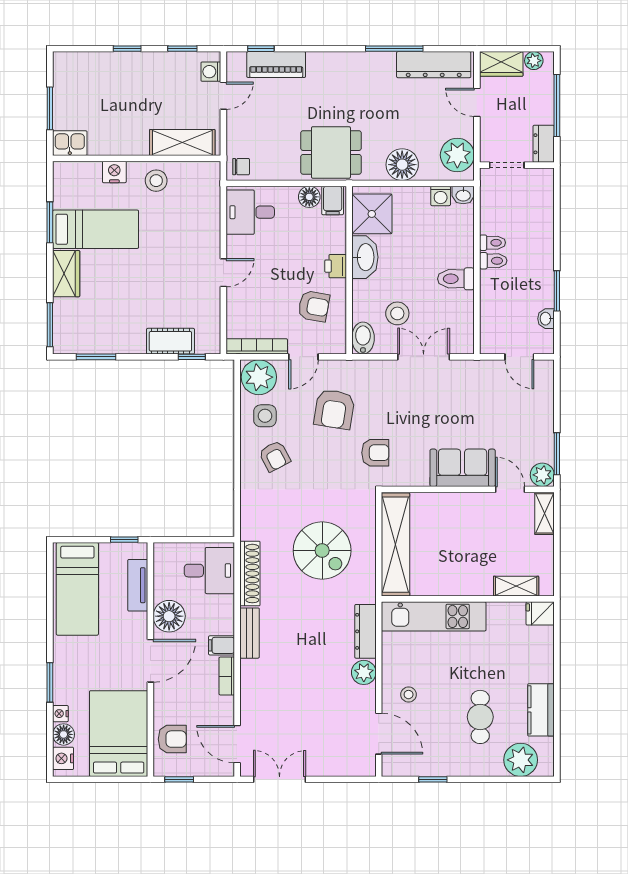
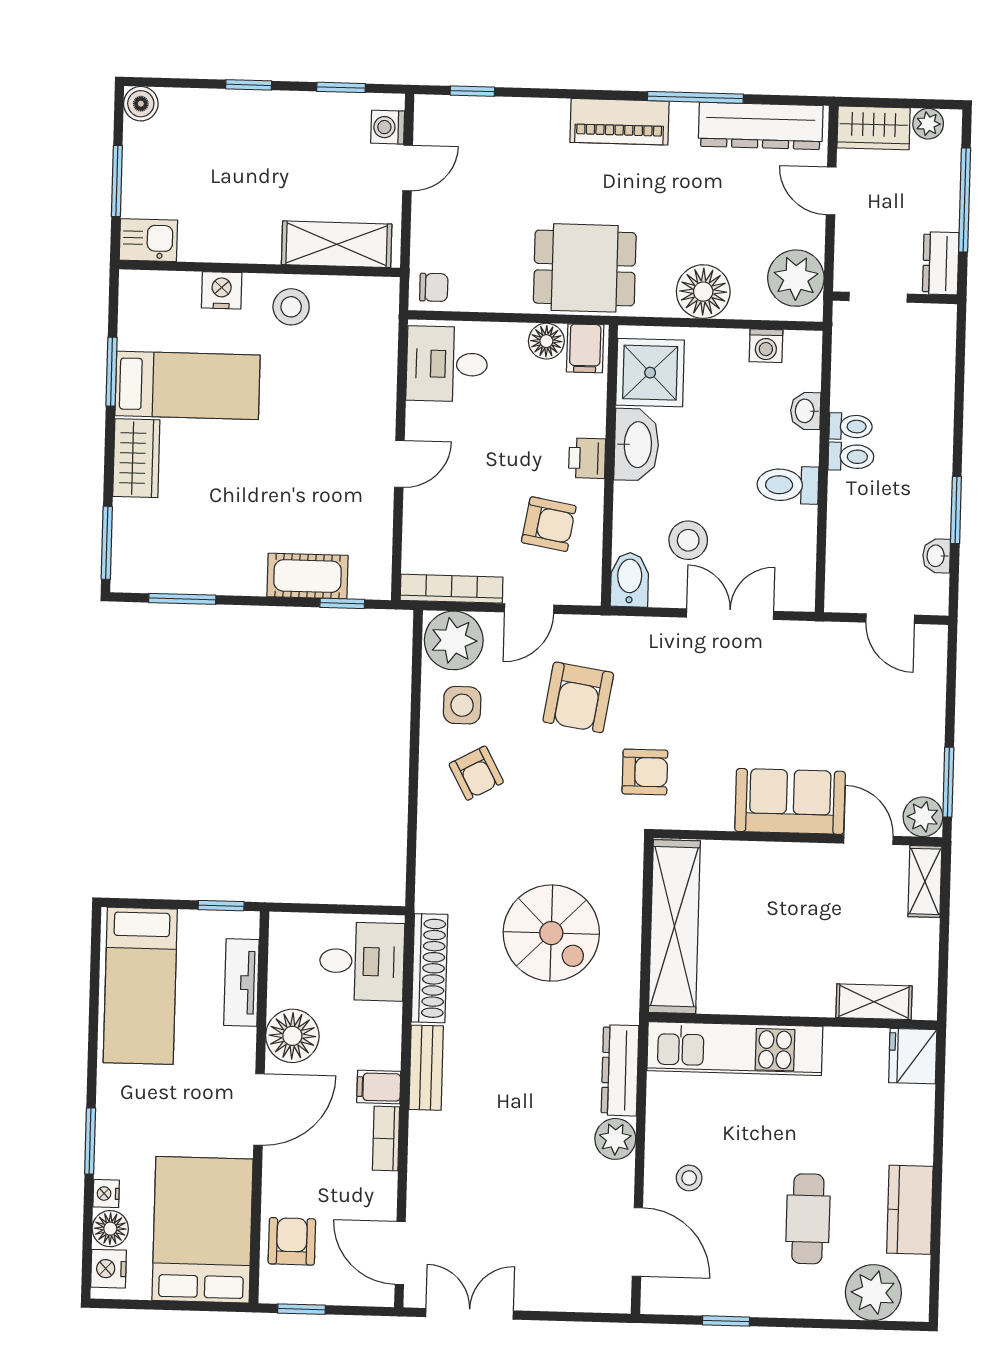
boiler: (63, 62) -> (141, 104), added
piano: (276, 65) -> (619, 122), moved
washbasin: (463, 195) -> (806, 411), moved, turned 90
fridge: (540, 613) -> (913, 1056), width x1.38
armchair: (172, 739) -> (292, 1241), turned -90

